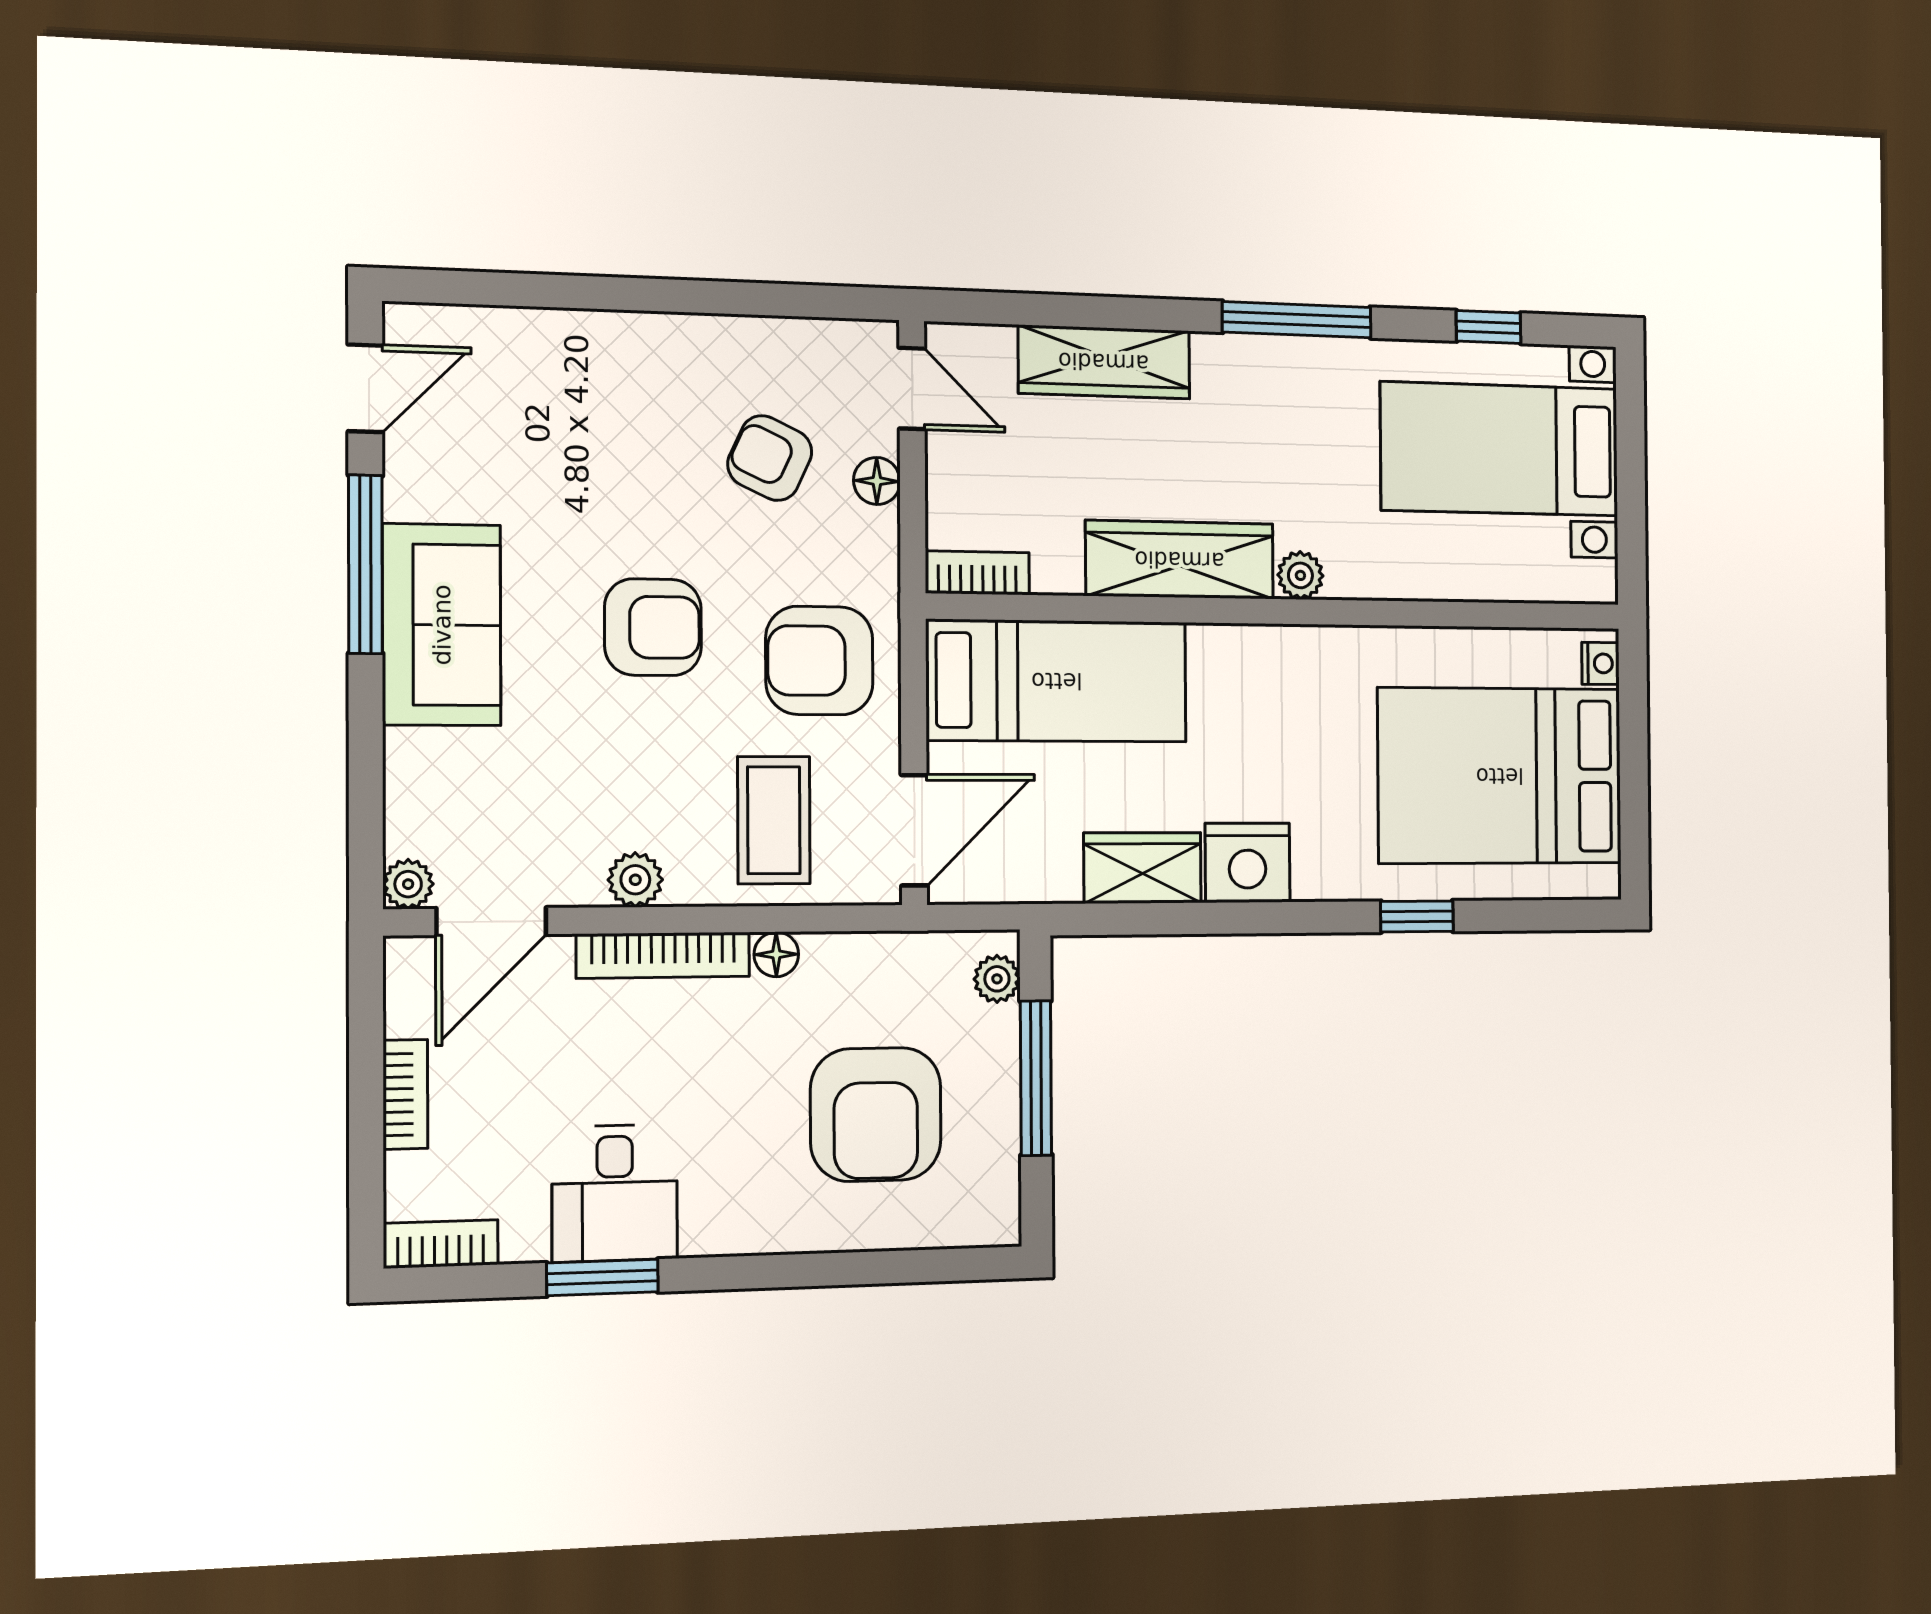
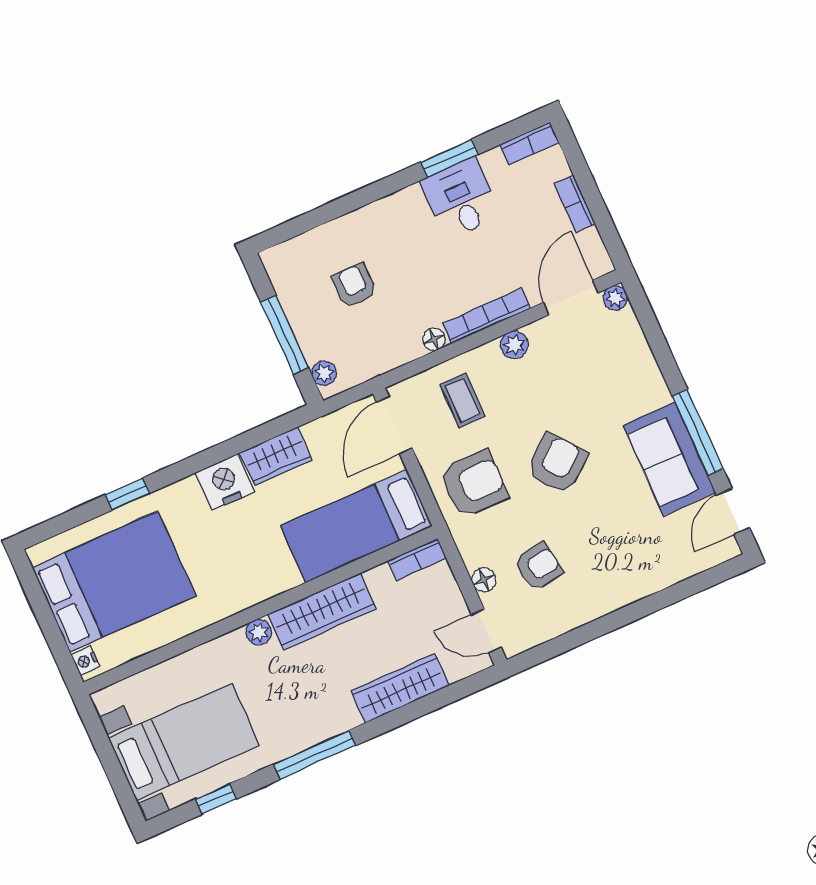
armchair: (770, 458) -> (538, 567), turned -34
sofa: (442, 625) -> (669, 459), moved
armchair: (653, 627) -> (557, 464), turned 141
coffee table: (774, 820) -> (462, 400), width x0.73, depth x0.77
armchair: (876, 1114) -> (354, 285), width x0.53, depth x0.53

